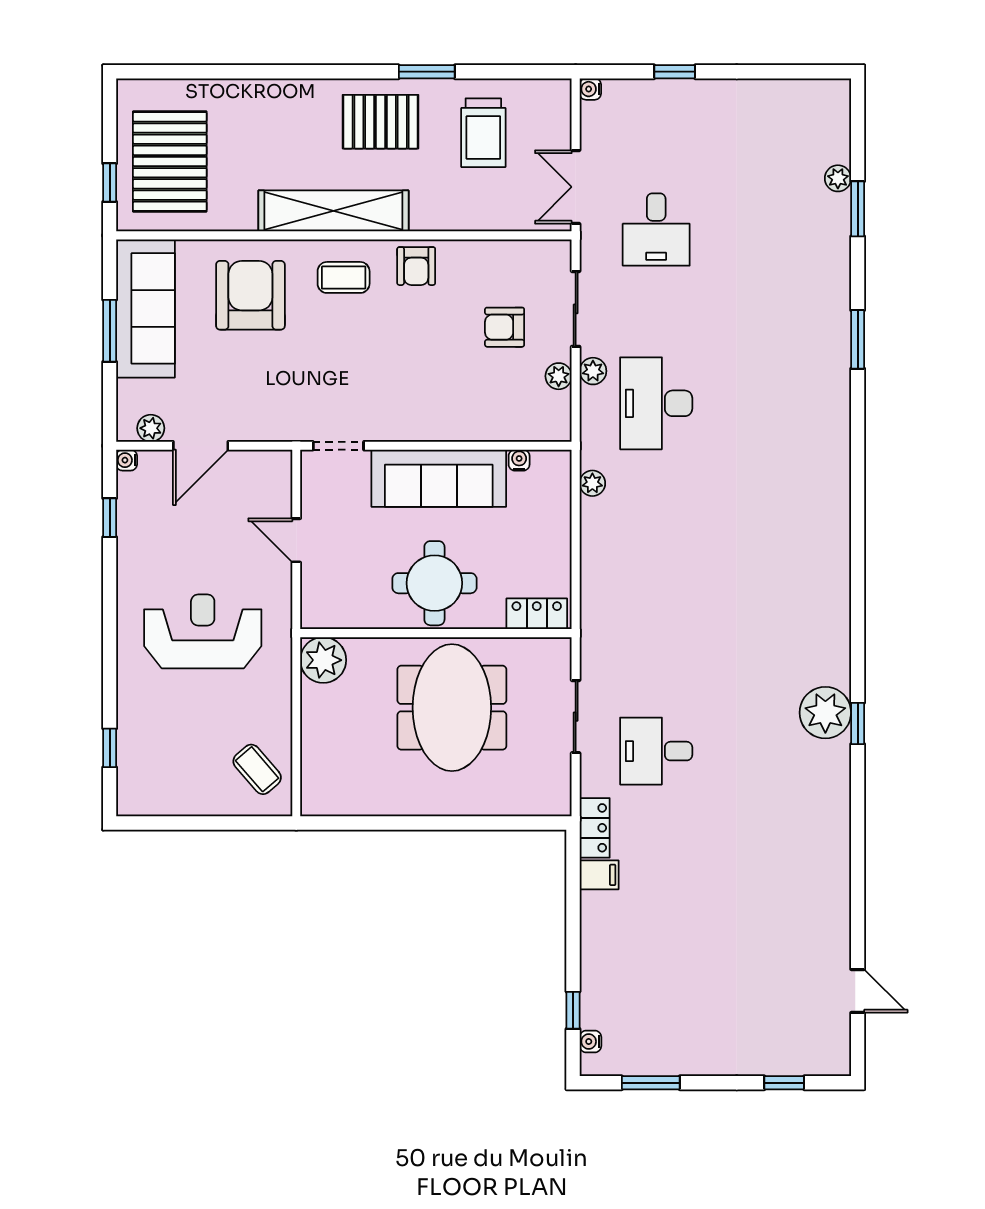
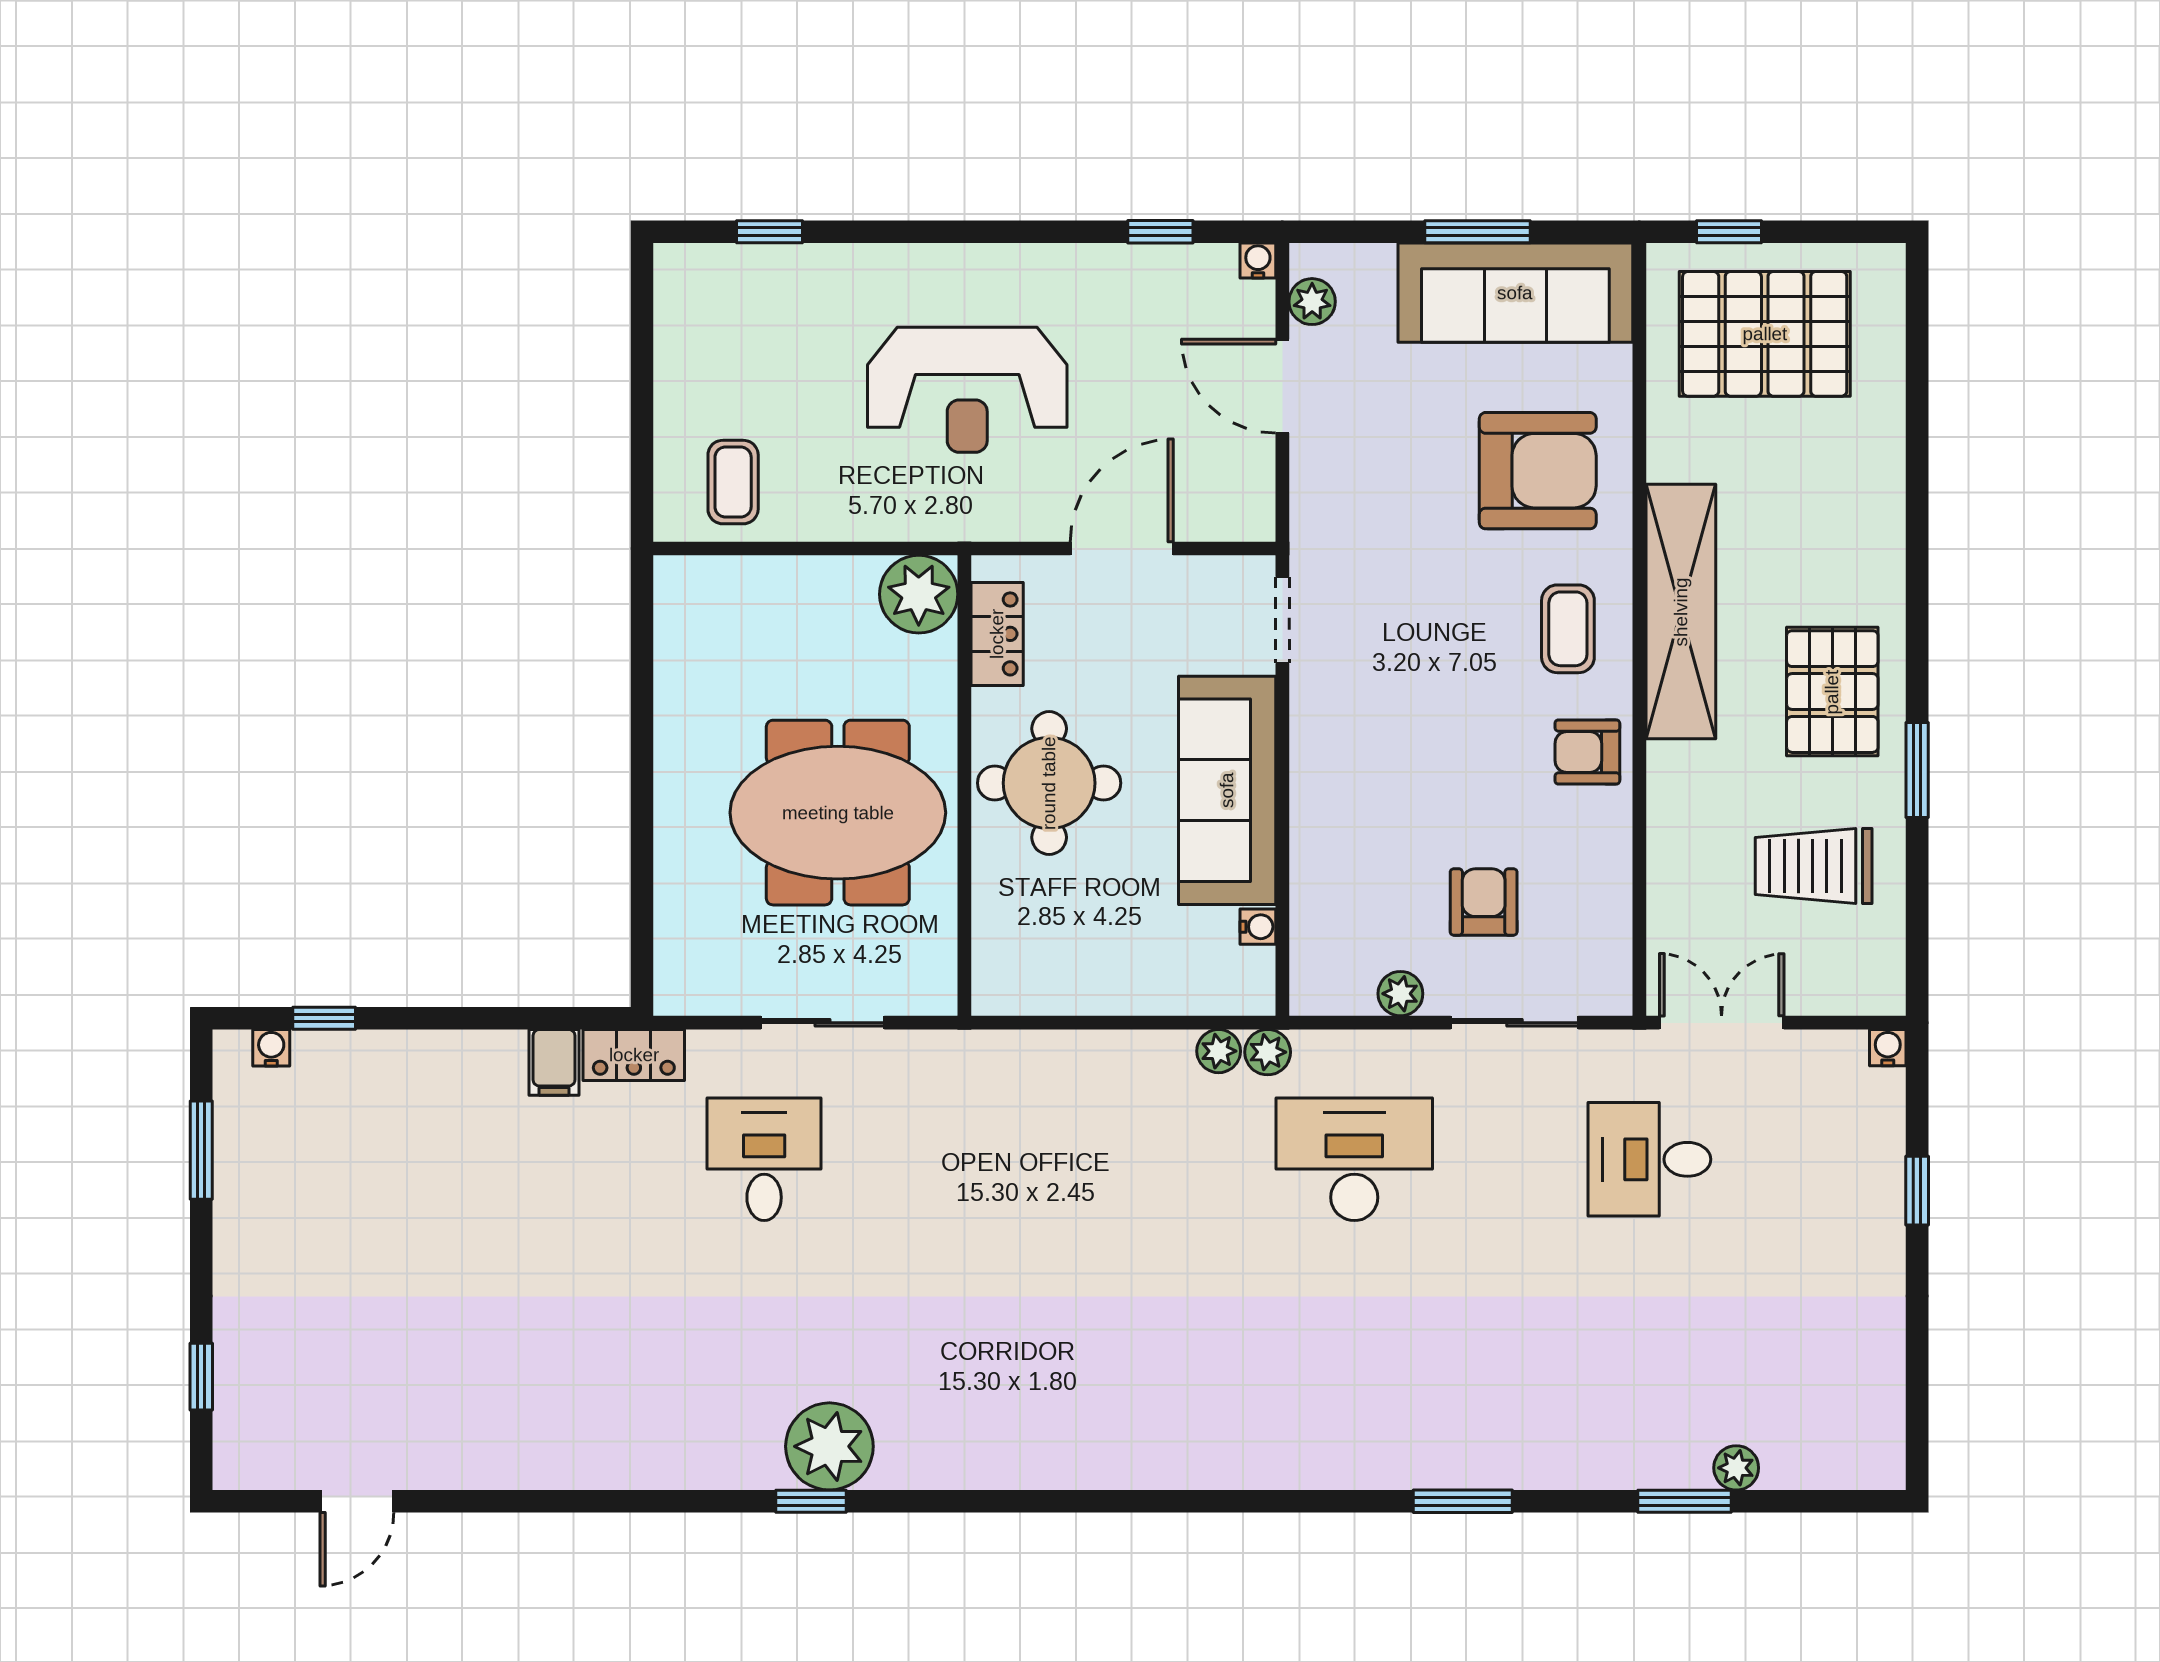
plant: (593, 371) -> (1268, 1052), moved
door: (296, 540) -> (1122, 549), width x1.37
locker: (537, 614) -> (997, 634), moved
reception desk: (203, 631) -> (967, 390), turned 90
coffee table: (257, 769) -> (733, 482), turned -49

